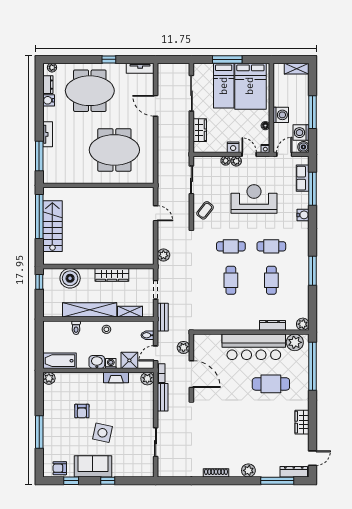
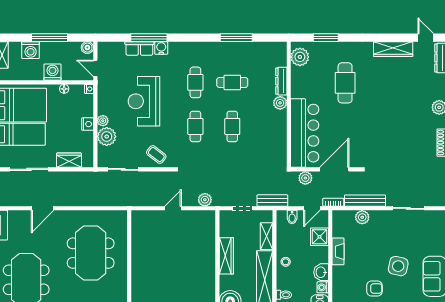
washing machine: (301, 133) -> (31, 50), moved
door: (249, 154) -> (95, 107), removed
plant: (226, 161) -> (107, 137), width x1.87, depth x1.87
row of seats: (303, 178) -> (139, 48), moved
window: (313, 189) -> (149, 38), moved
door: (156, 213) -> (173, 208), moved
window: (313, 271) -> (236, 38), moved
cafe table: (231, 280) -> (232, 126), turned 90
plant: (303, 324) -> (280, 103), moved
bar counter: (254, 347) -> (305, 133), moved
door: (156, 353) -> (312, 208), hinge flipped
washing machine: (111, 363) -> (323, 287), moved
window: (313, 366) -> (326, 38), width x0.47
plant: (147, 379) -> (362, 217), moved
bench: (163, 397) -> (365, 201), width x1.36
wardrobe: (302, 422) -> (393, 49), width x1.50

